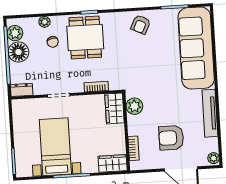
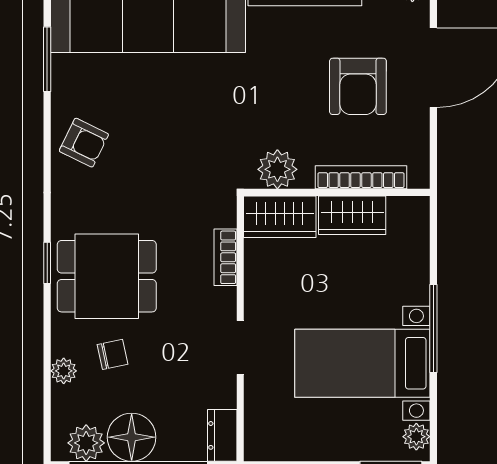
bookcase: (134, 148) -> (361, 177), width x1.56
wardrobe: (113, 163) -> (352, 215), moved, turned -90
plant: (26, 171) -> (416, 437), added

